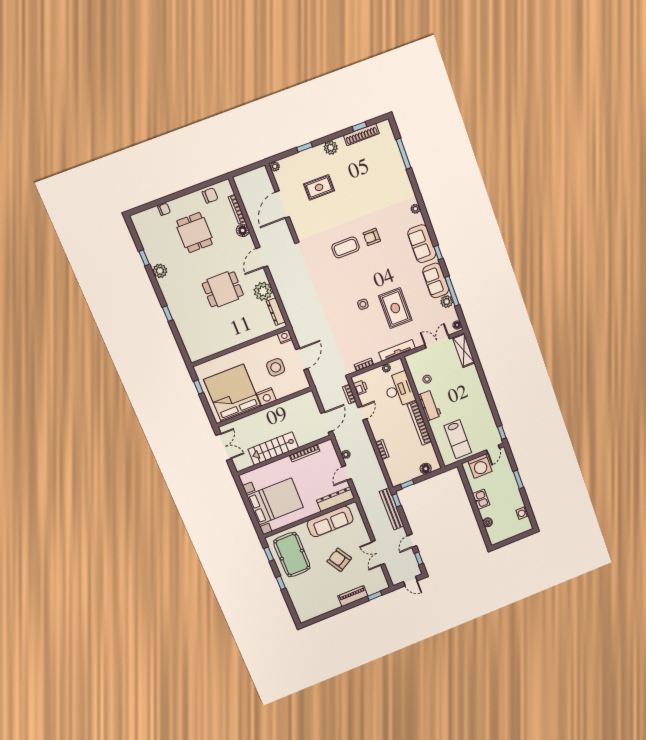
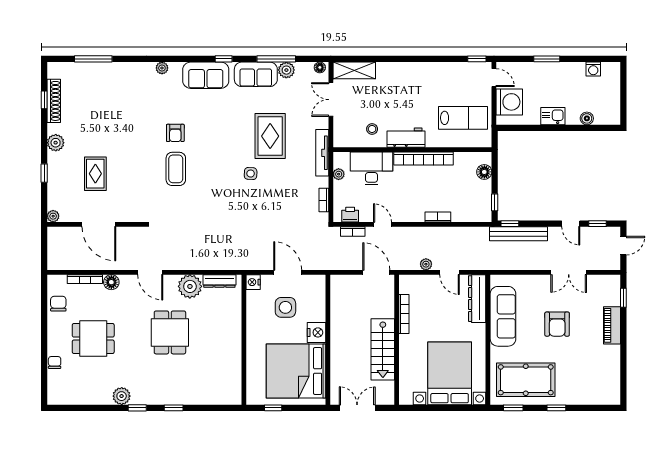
window: (144, 258) -> (137, 408), moved
rug: (395, 308) -> (270, 136), turned 90
armchair: (339, 560) -> (557, 324), turned -59

